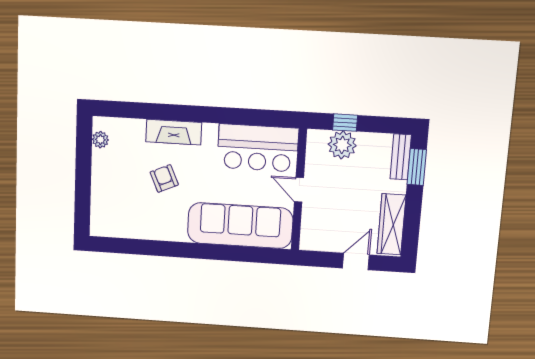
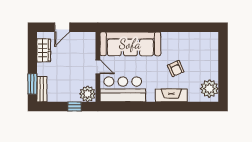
plant: (100, 140) -> (209, 89), width x1.87, depth x1.87
plant: (342, 145) -> (87, 94), moved
wardrobe: (391, 224) -> (44, 50), width x0.67

